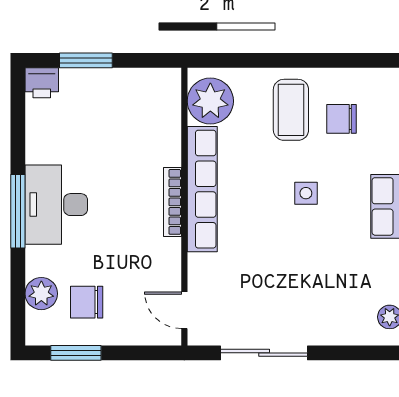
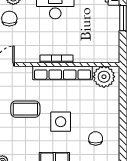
coffee table: (291, 110) -> (25, 109), moved
side table: (306, 193) -> (61, 122), width x1.87, depth x1.87

